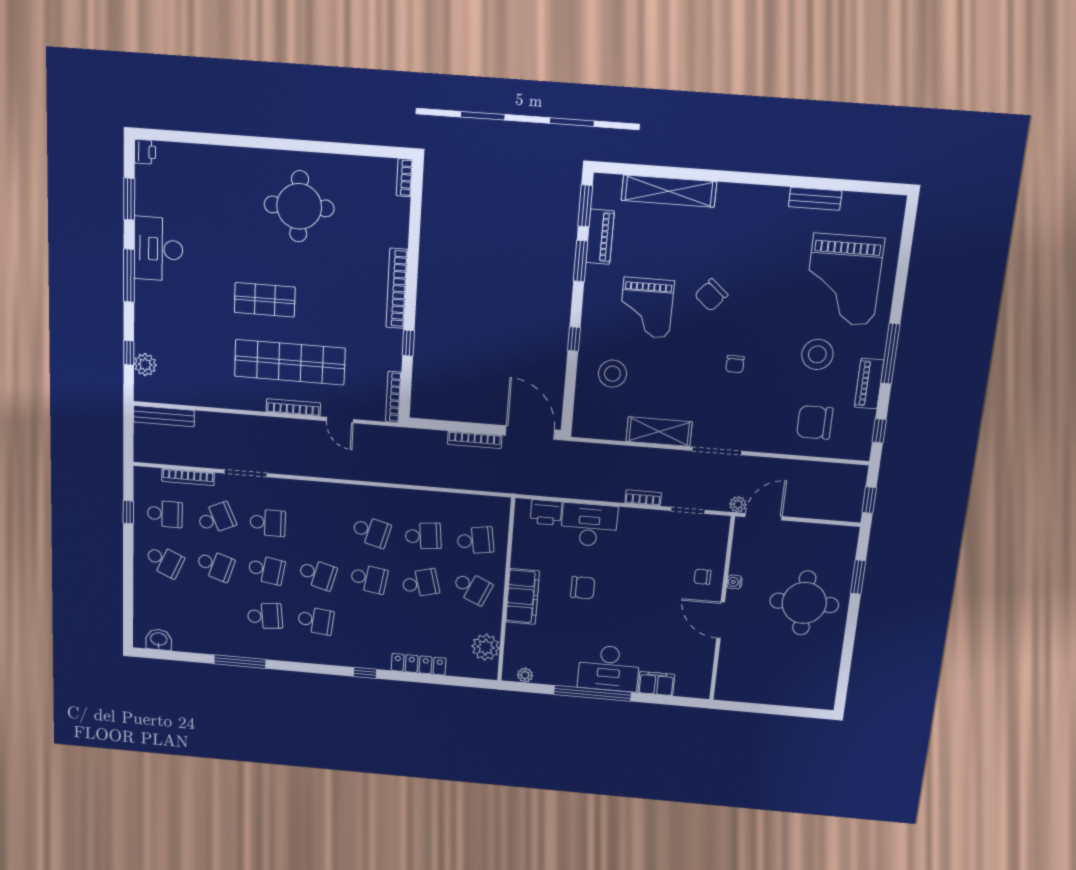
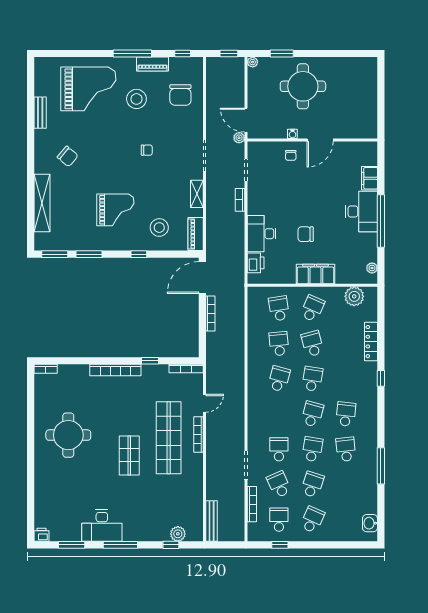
piano: (600, 237) -> (196, 234), moved, turned -90
chair: (711, 295) -> (68, 156), moved
shelving: (659, 432) -> (197, 194), width x0.67, depth x0.75
plant: (851, 534) -> (253, 62), added
chair: (583, 588) -> (306, 234), turned -90

